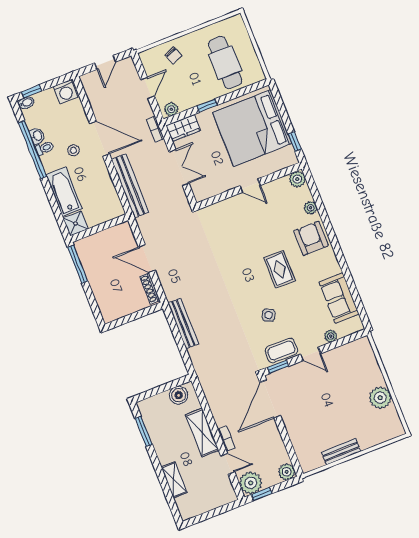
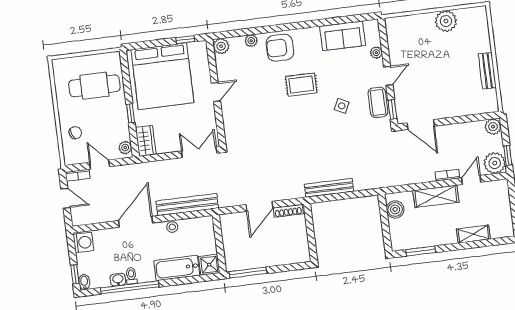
bookcase: (155, 129) -> (78, 175), moved
stool: (74, 150) -> (172, 227), moved
double door: (179, 168) -> (199, 152), moved
door: (270, 399) -> (421, 125), width x0.73

